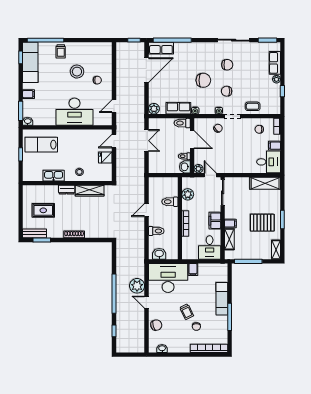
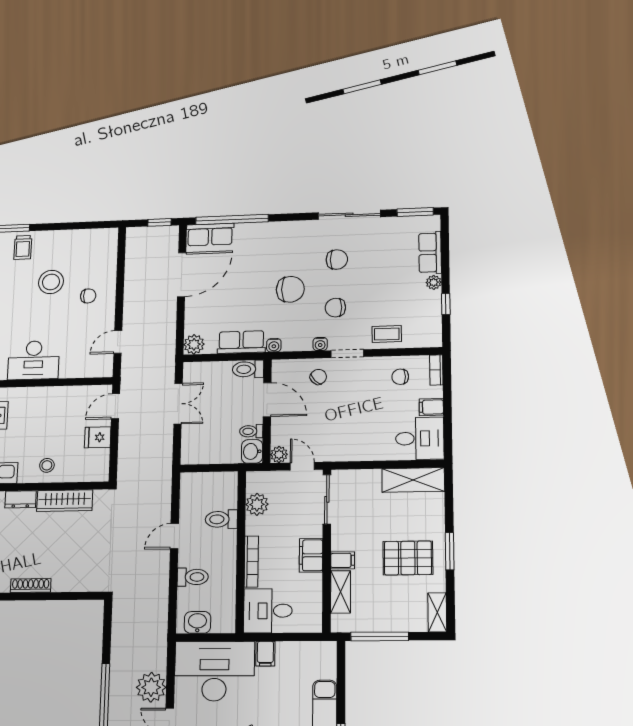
desk: (75, 112) -> (33, 360), width x0.73, depth x0.77
desk: (210, 247) -> (268, 611), moved, turned 90

